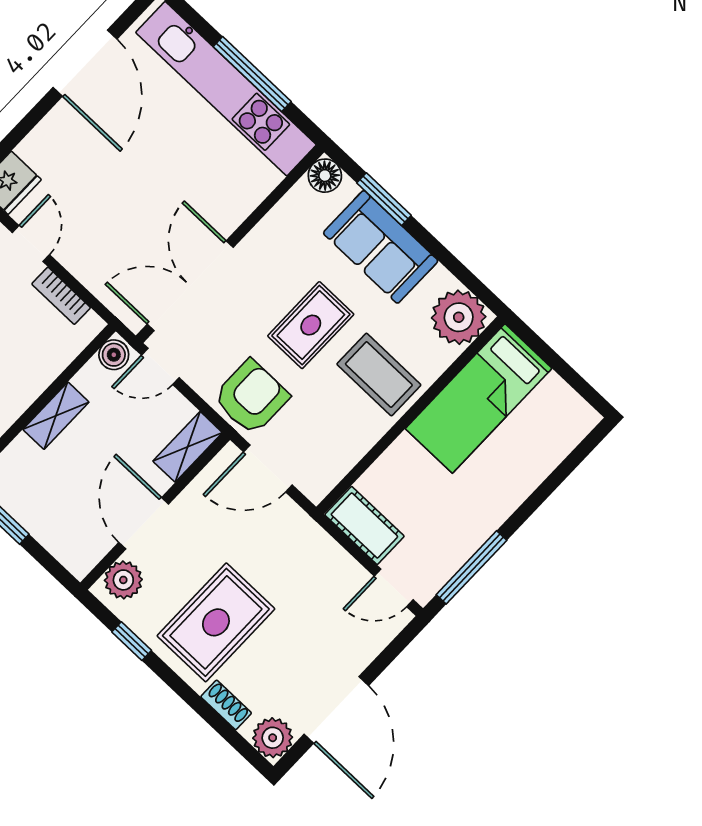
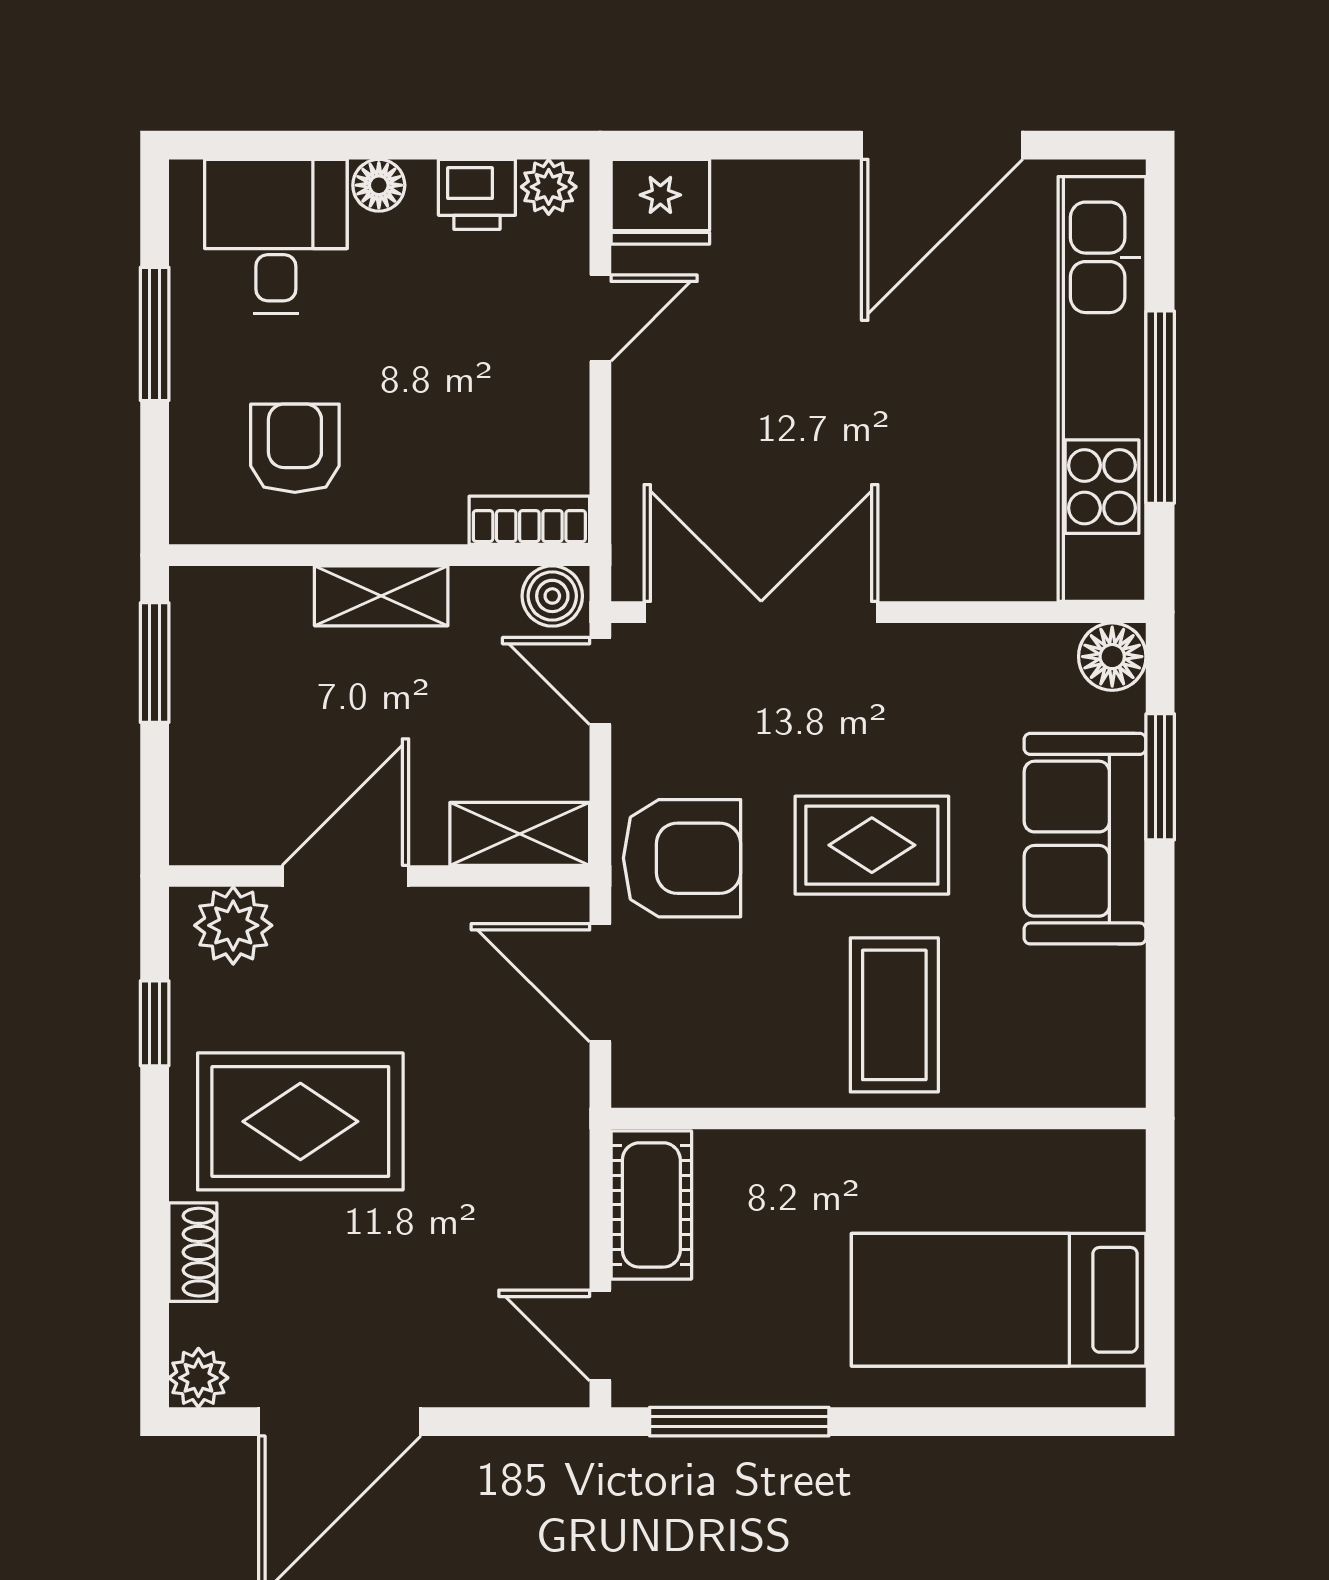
bookcase: (61, 296) -> (529, 520), moved, turned 90
plant: (459, 317) -> (1091, 1052), removed
bed: (479, 398) -> (999, 1300), moved
plant: (273, 738) -> (198, 1378), width x0.73, depth x0.73

